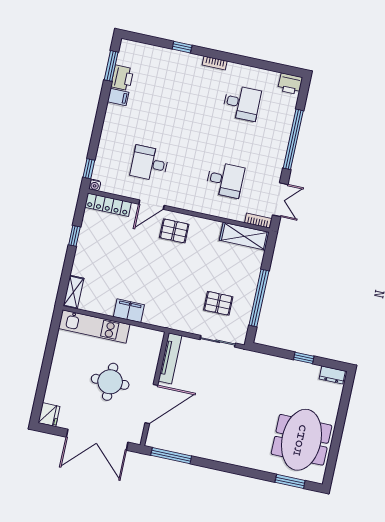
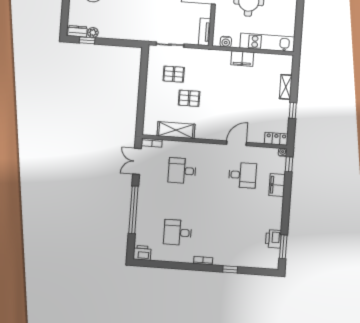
filing cabinet: (118, 97) -> (277, 185), moved, width x2.00
locker: (108, 205) -> (276, 139), width x0.66
pallet: (174, 231) -> (189, 98), moved
shelving: (244, 236) -> (176, 130), moved
shelving: (74, 292) -> (286, 87), moved
window: (259, 298) -> (143, 83), removed
water cooler: (147, 335) -> (226, 42), added
tv unit: (170, 358) -> (205, 32), width x0.71
window: (304, 358) -> (87, 40), moved
plant: (313, 371) -> (93, 33), added

